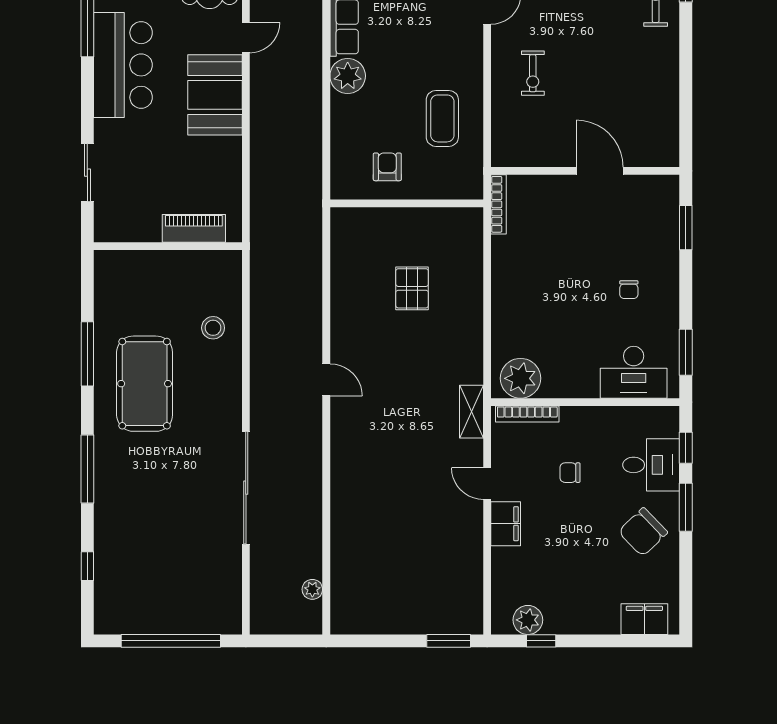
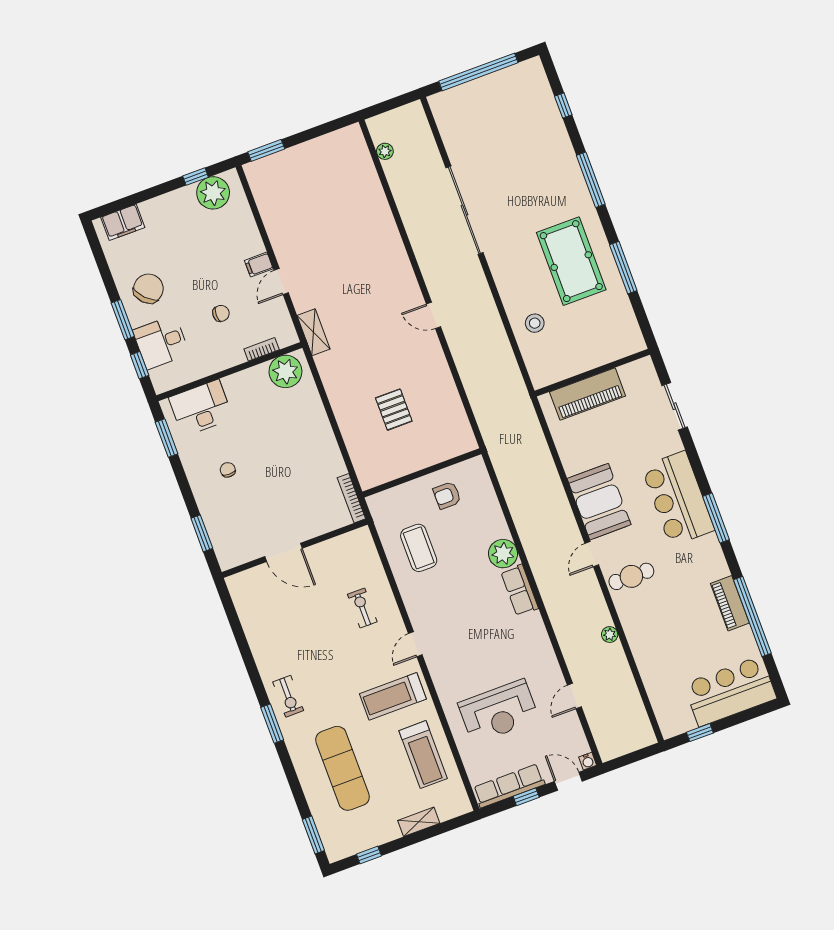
armchair: (387, 167) -> (447, 495), turned 90
piano: (194, 228) -> (588, 394), width x1.37, depth x1.33
bookcase: (527, 414) -> (262, 349), width x0.64
door: (487, 484) -> (281, 282), swing flipped
filing cabinet: (506, 524) -> (259, 265), width x0.50
plant: (528, 620) -> (213, 193), width x1.36, depth x1.36

